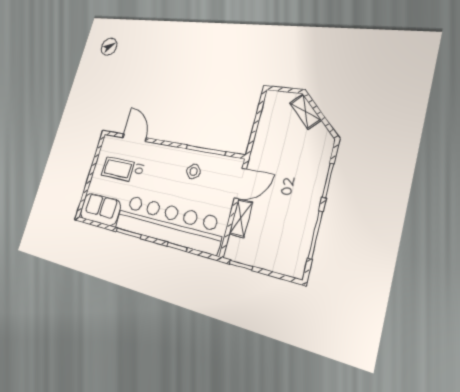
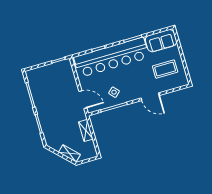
door: (134, 138) -> (150, 97), moved
door: (240, 183) -> (83, 100), swing flipped
shelving: (241, 218) -> (86, 130), moved

